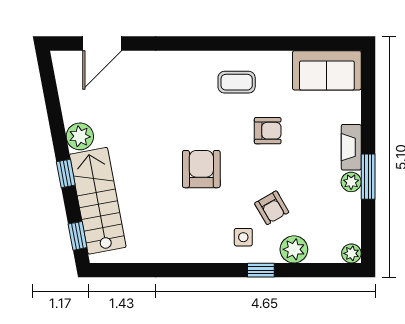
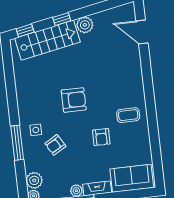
sofa: (327, 70) -> (132, 178), moved, turned 90
coffee table: (237, 82) -> (128, 115), turned 90
plant: (294, 249) -> (34, 180), moved
window: (261, 270) -> (17, 143), width x2.17

